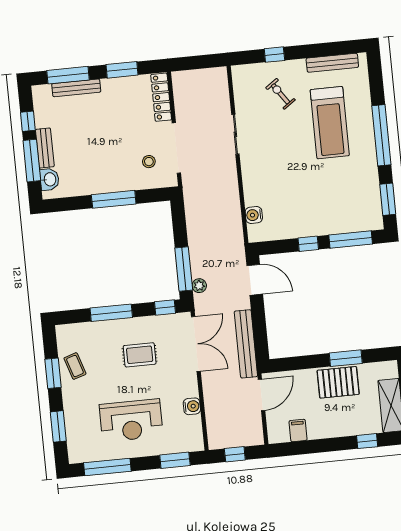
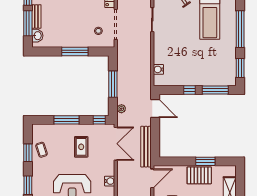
window: (184, 269) -> (113, 84), moved
rug: (140, 355) -> (81, 147), turned 90

